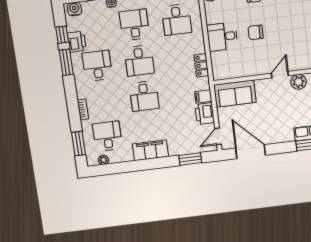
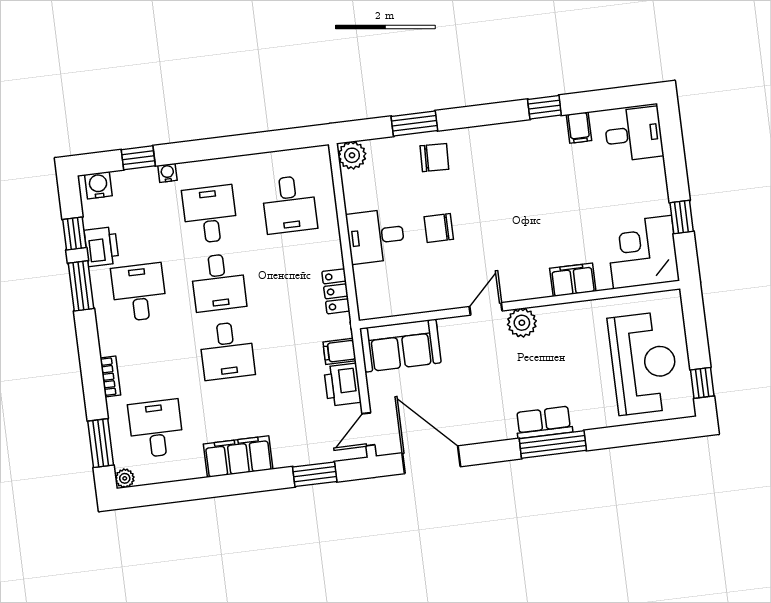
plant: (103, 160) -> (125, 478), moved

